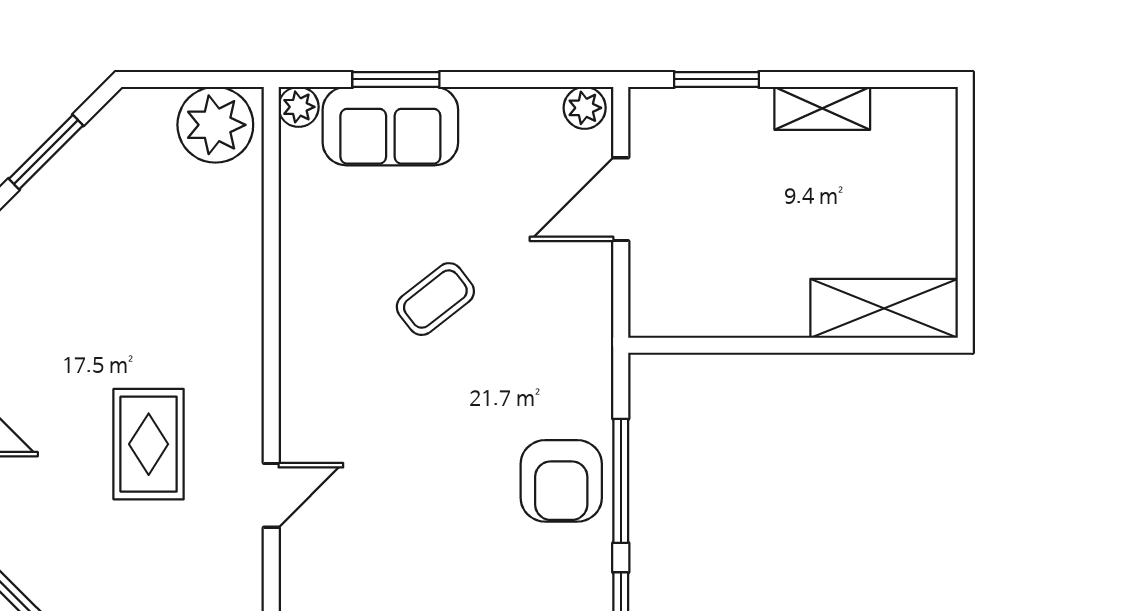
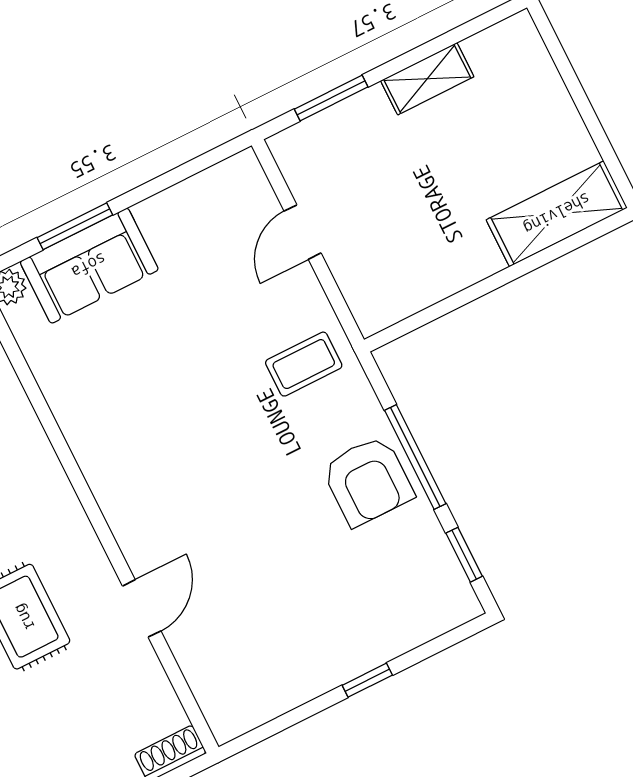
plant: (585, 108) -> (237, 173), removed
door: (621, 199) -> (303, 232), width x0.73
coffee table: (435, 299) -> (304, 364), moved, turned 38

